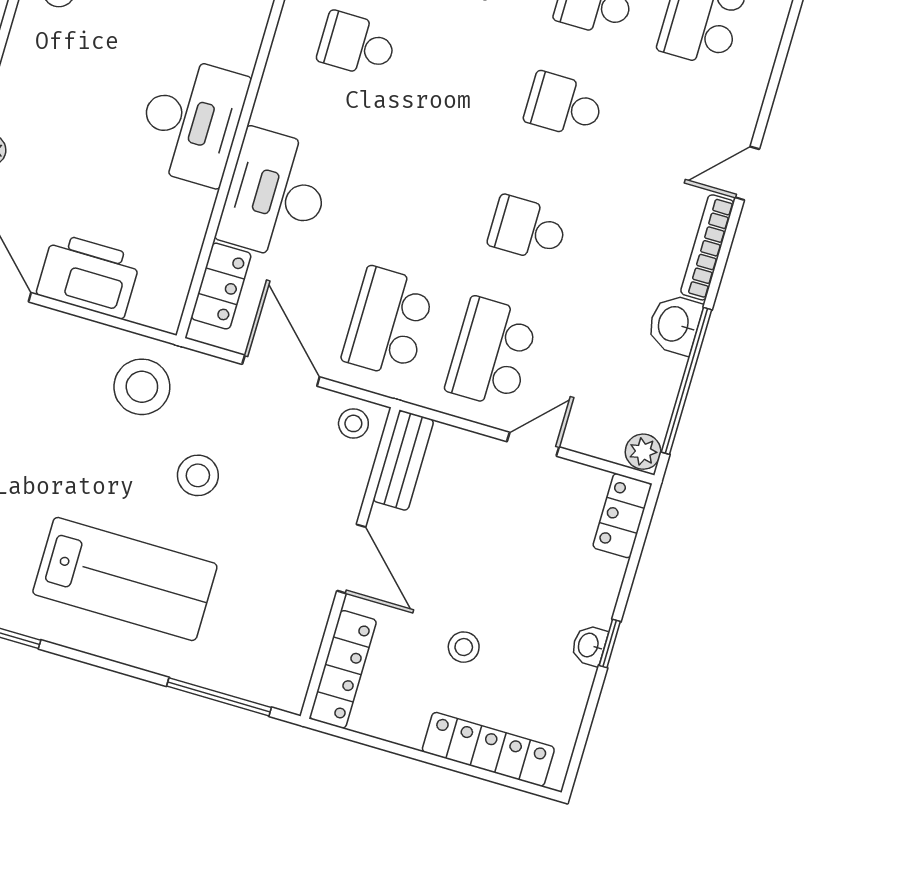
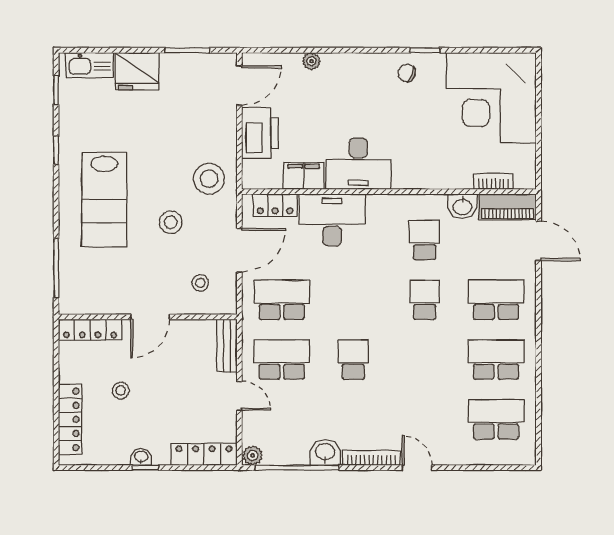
school desk: (564, 105) -> (425, 300), moved
filing cabinet: (185, 222) -> (304, 176), added
stool: (353, 423) -> (200, 283), moved
bench: (403, 460) -> (227, 346), moved, turned 90
locker: (622, 516) -> (204, 454), width x1.53

